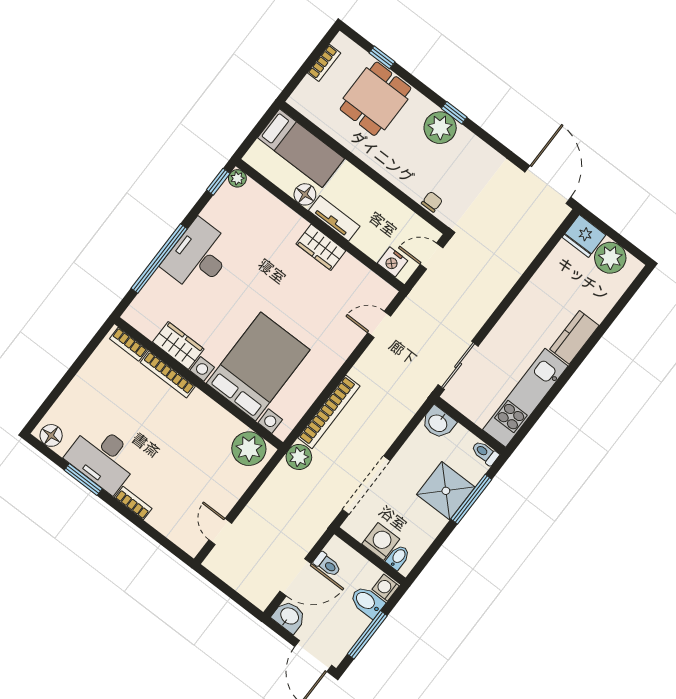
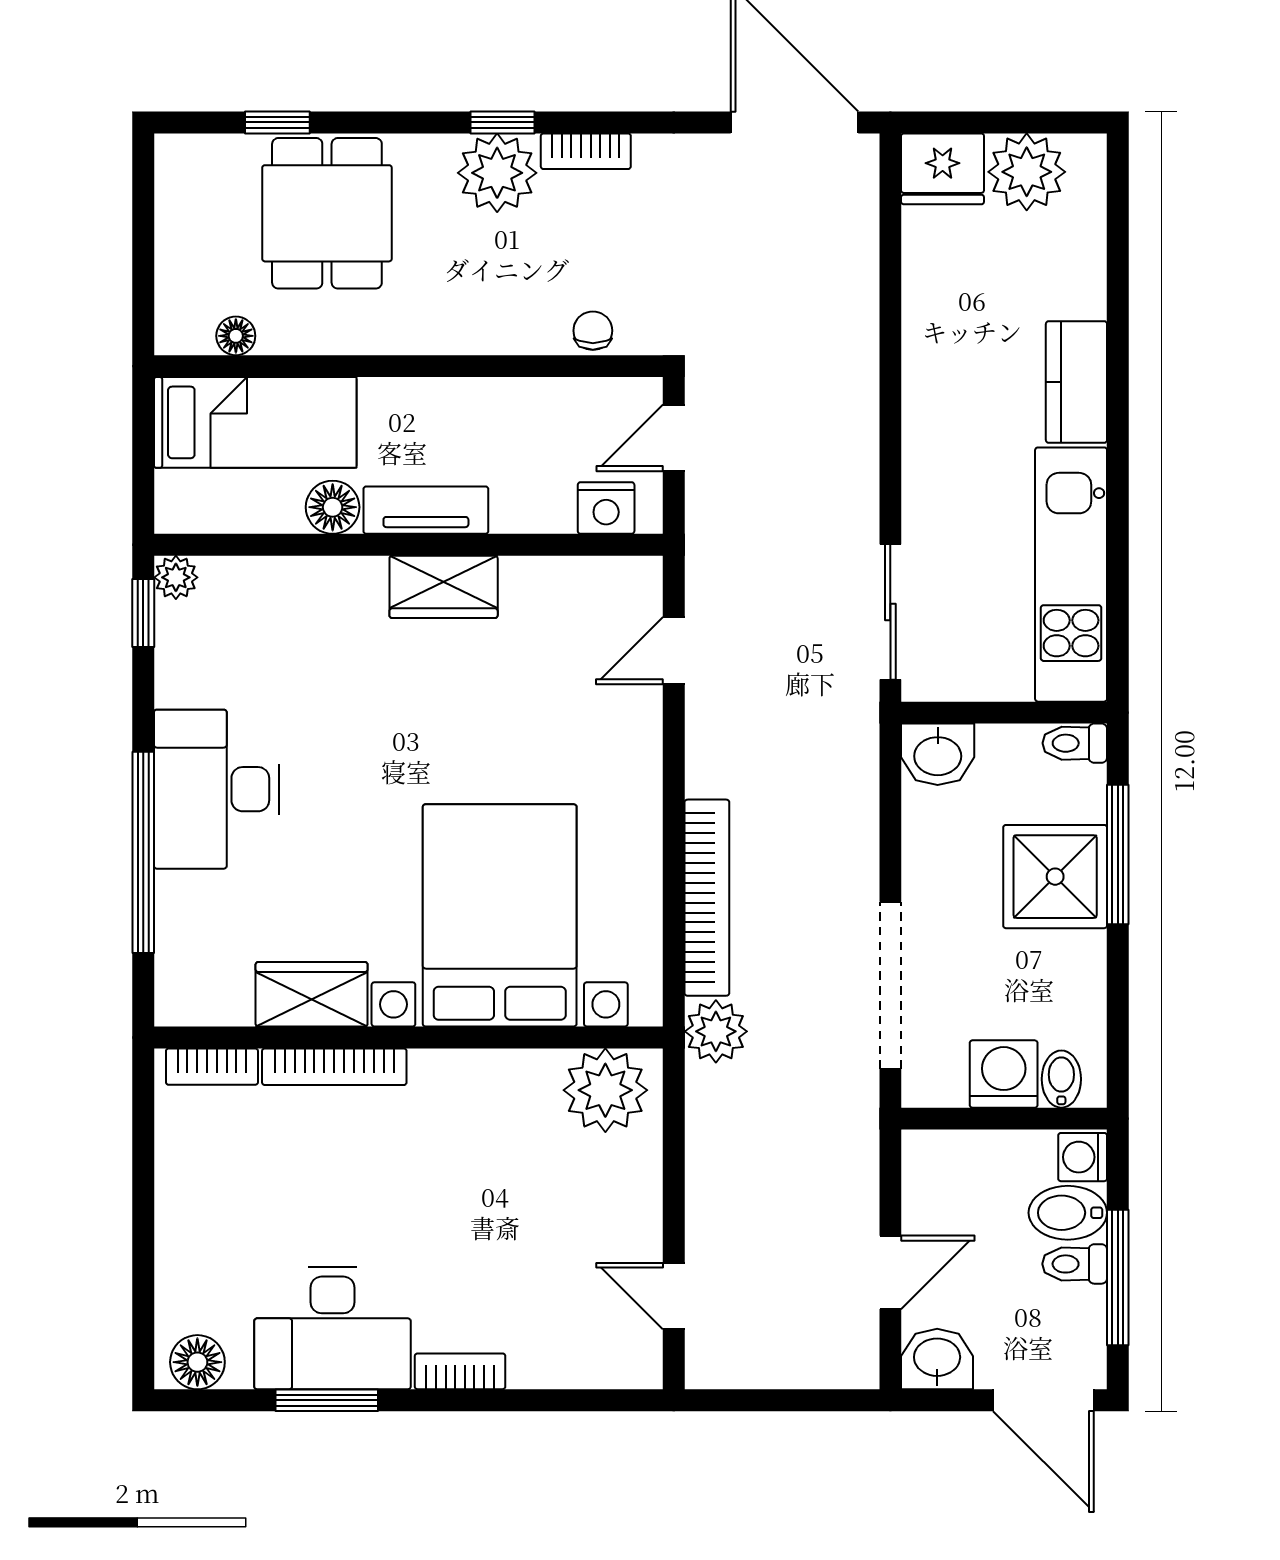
bookcase: (324, 63) -> (586, 151), moved, turned 90
floor lamp: (316, 116) -> (236, 336), added
toilet: (327, 565) -> (1075, 1264), moved, turned 180
door: (296, 577) -> (890, 1272), width x0.73

